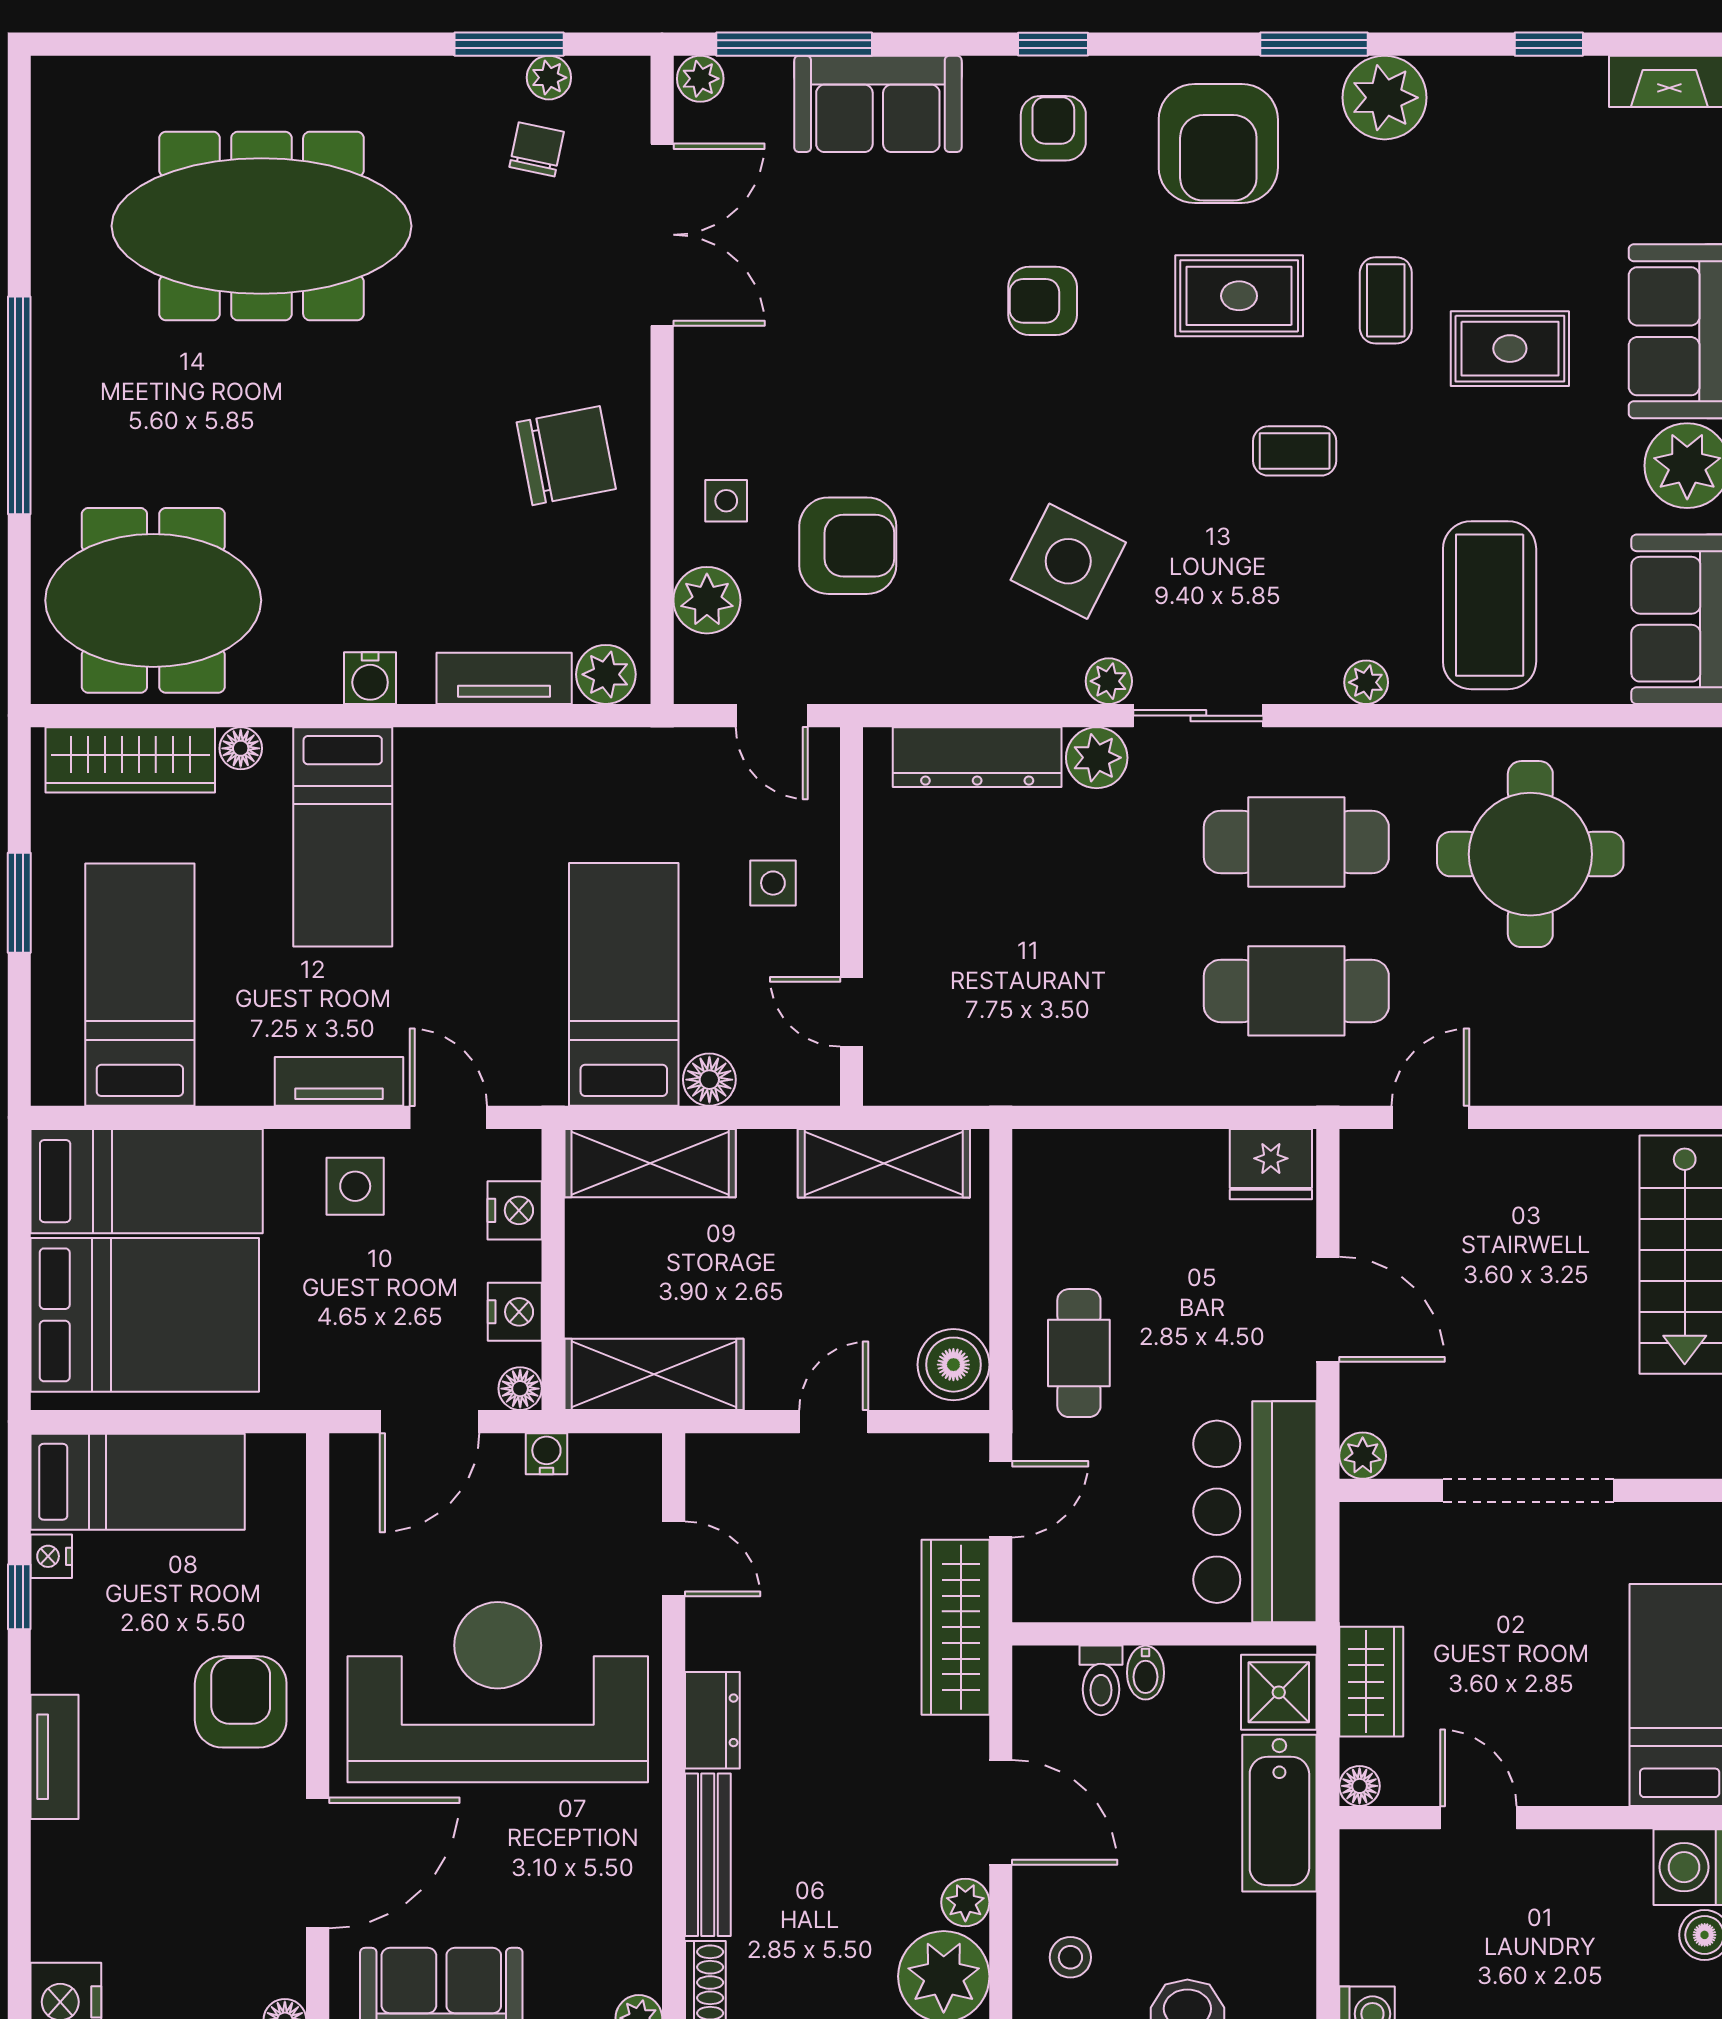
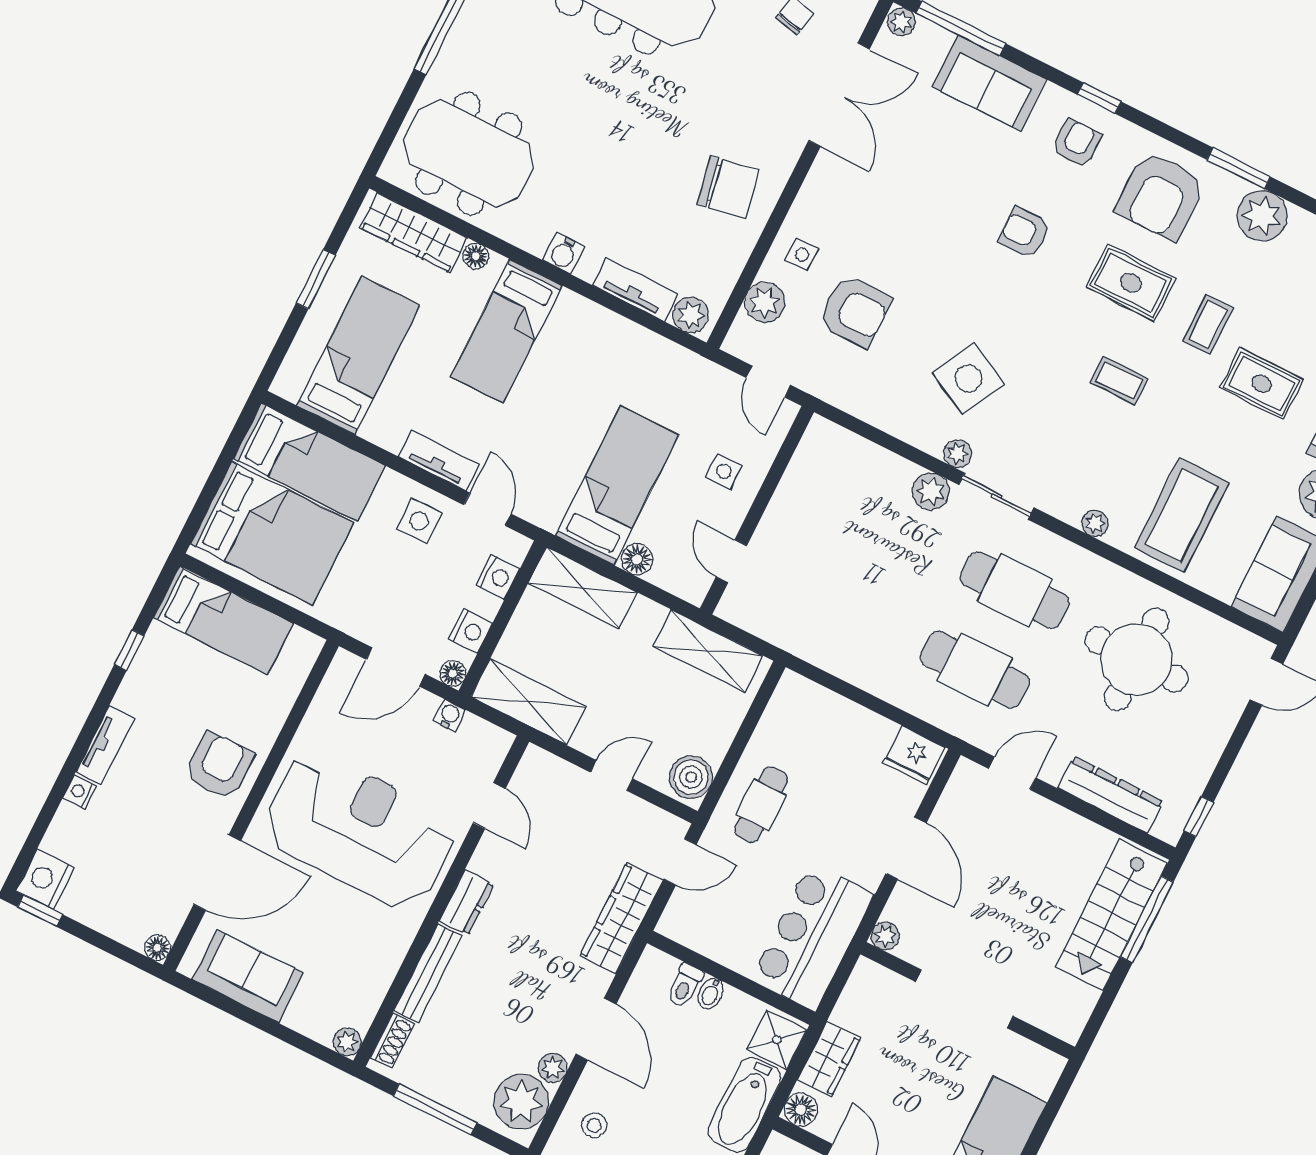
dresser: (977, 757) -> (1110, 795), moved, turned 180
nightstand: (51, 1556) -> (80, 792), moved
floor lamp: (1360, 1786) -> (801, 1110), width x1.37, depth x1.37

